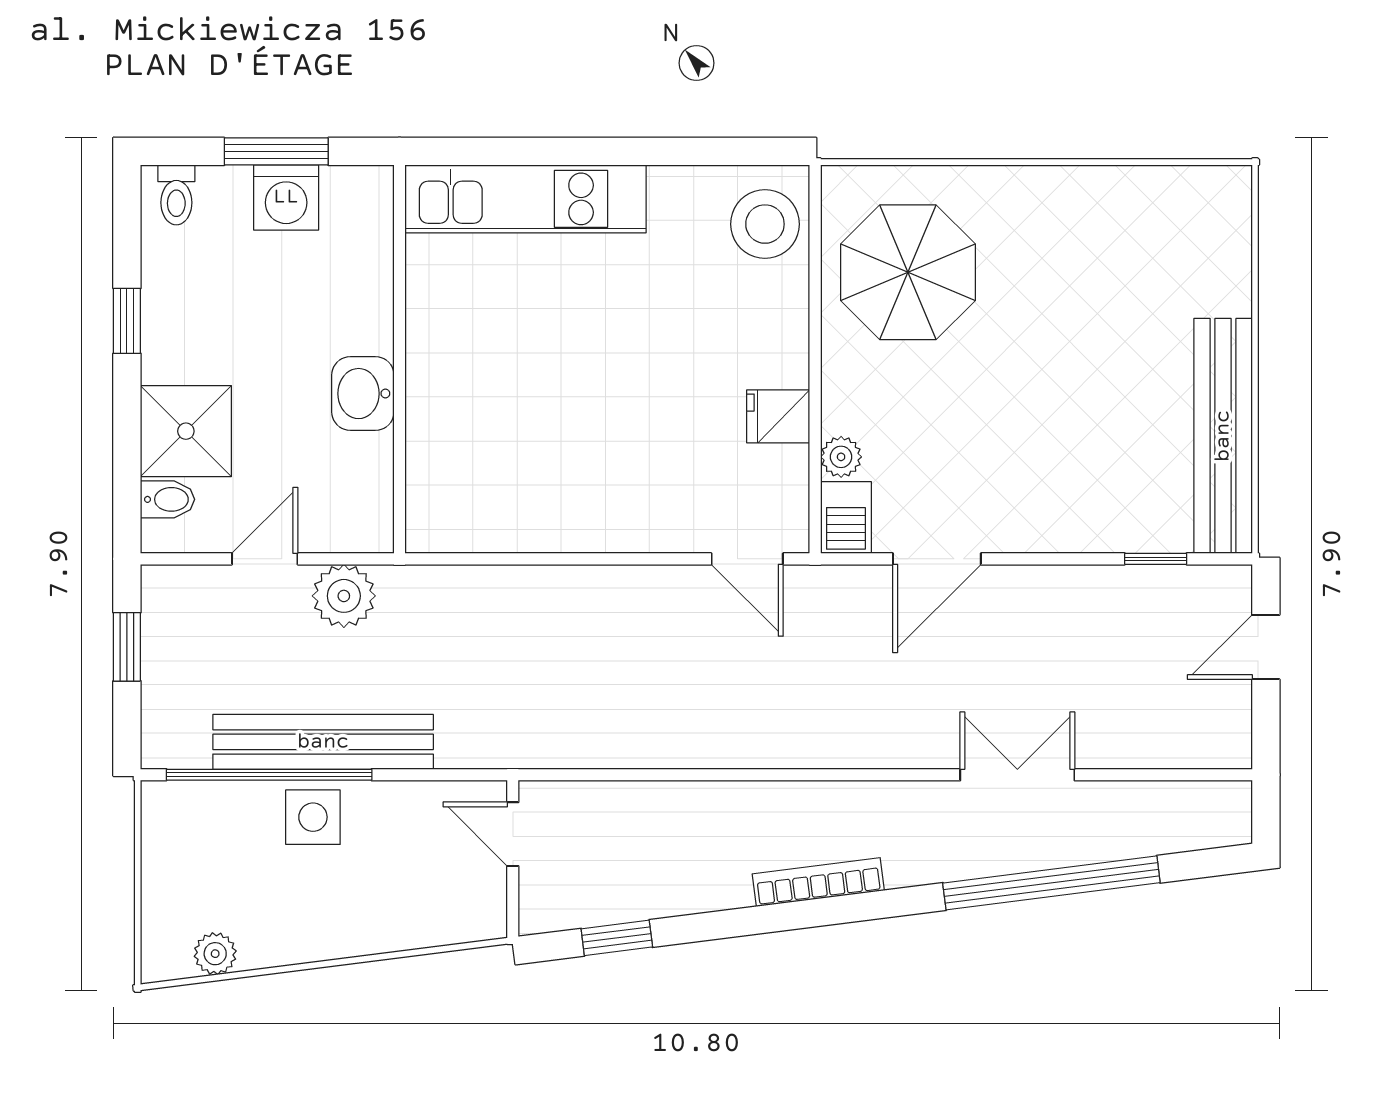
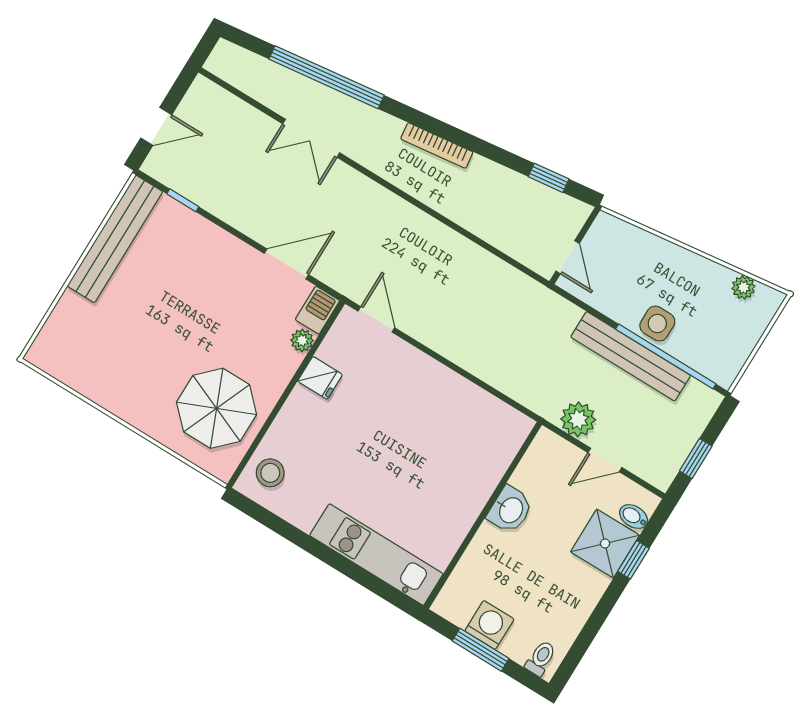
stool: (765, 224) -> (270, 473), width x0.73, depth x0.73
window: (127, 321) -> (633, 560), moved

